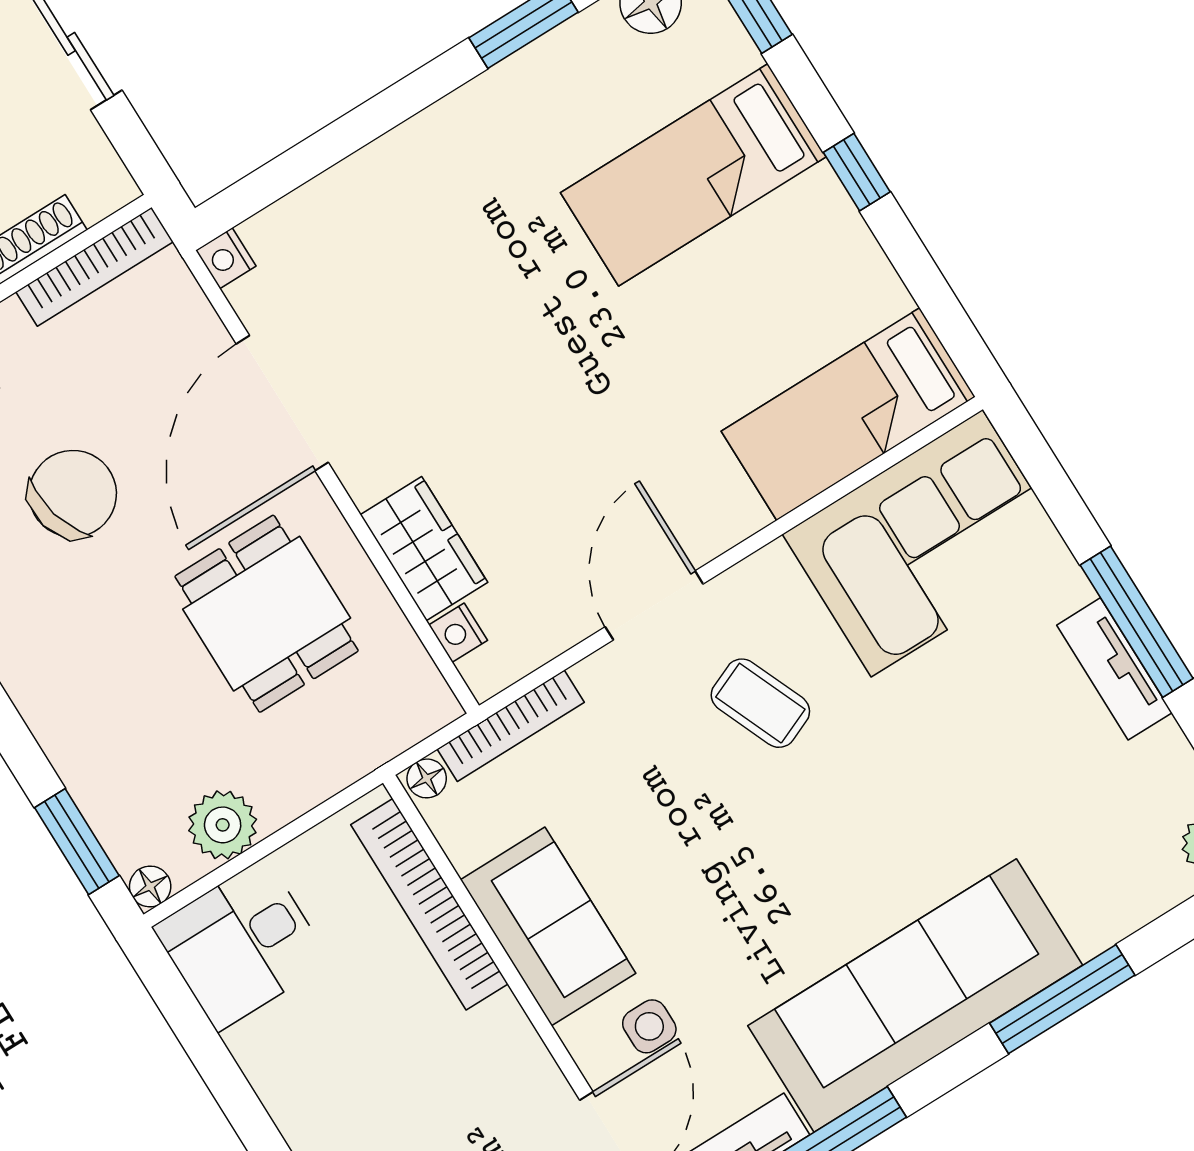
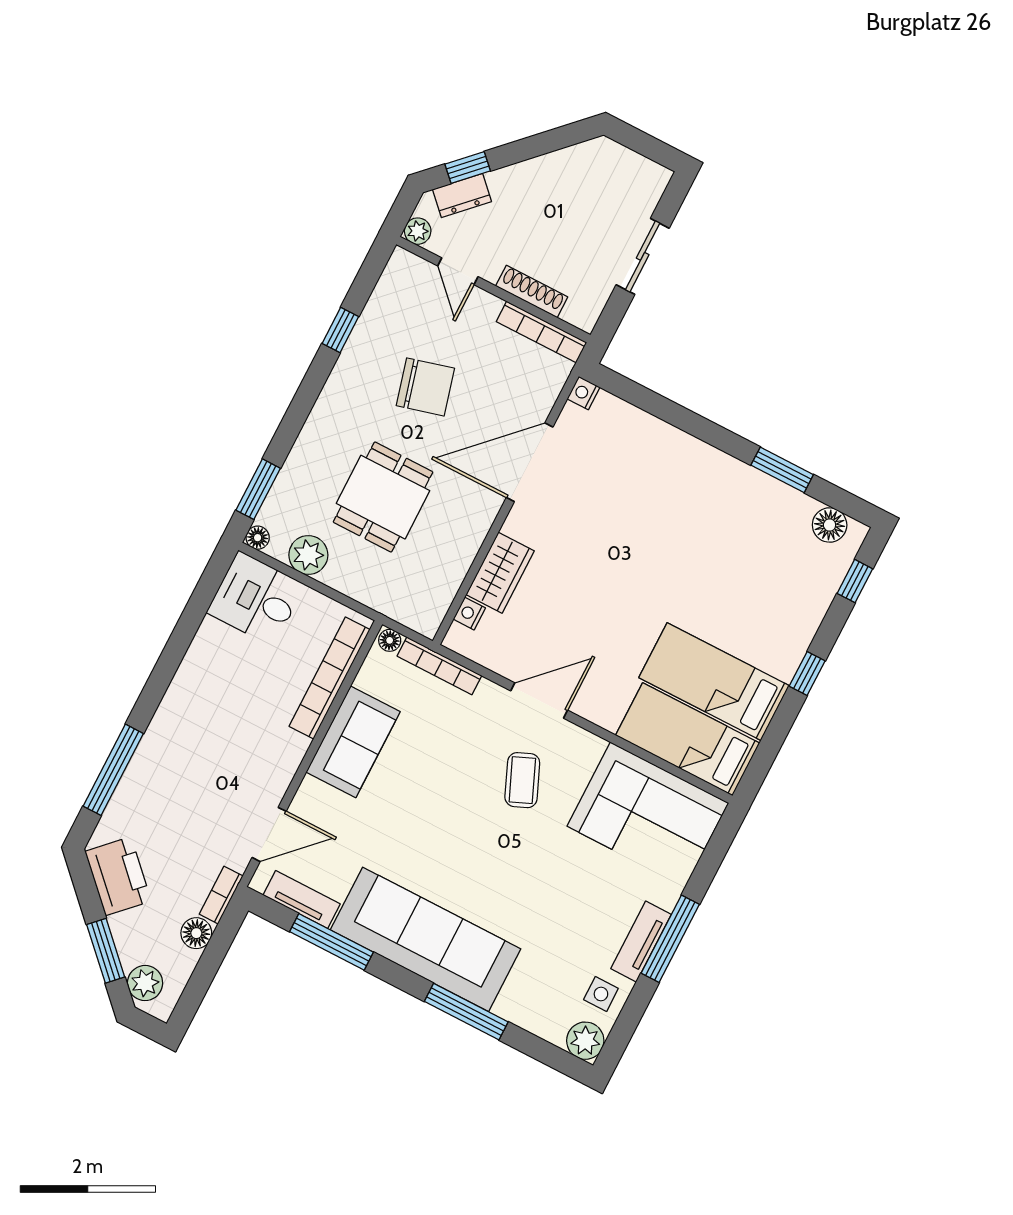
bed: (693, 175) -> (714, 682), moved
dining table: (267, 614) -> (383, 497), moved
side table: (649, 1026) -> (601, 994), moved

